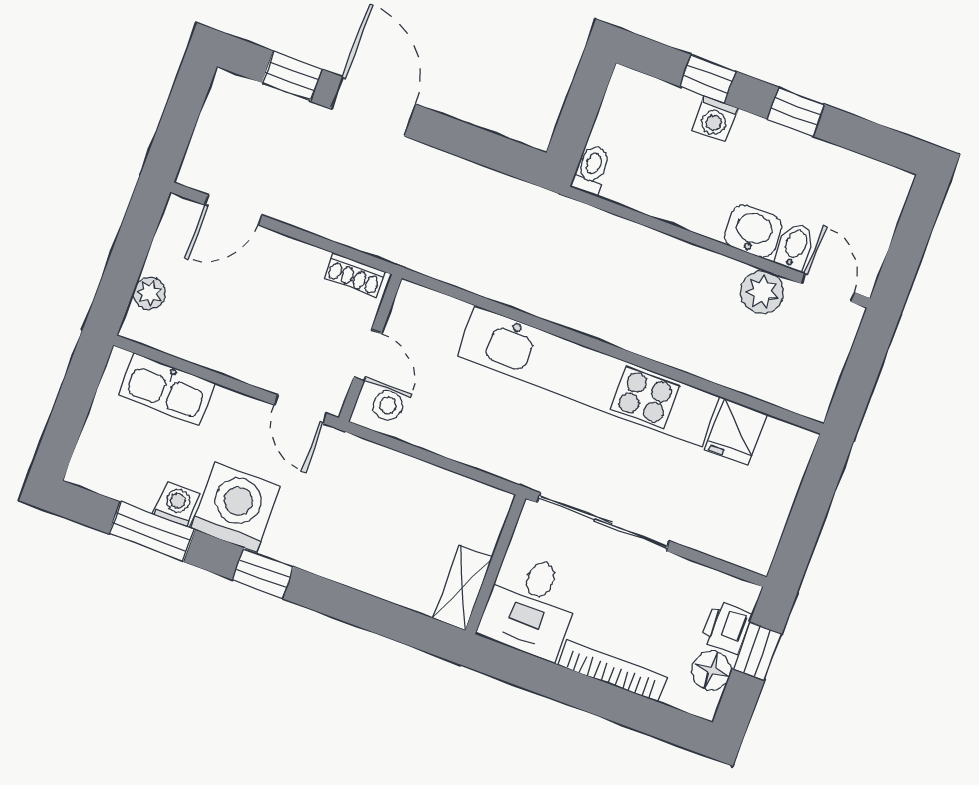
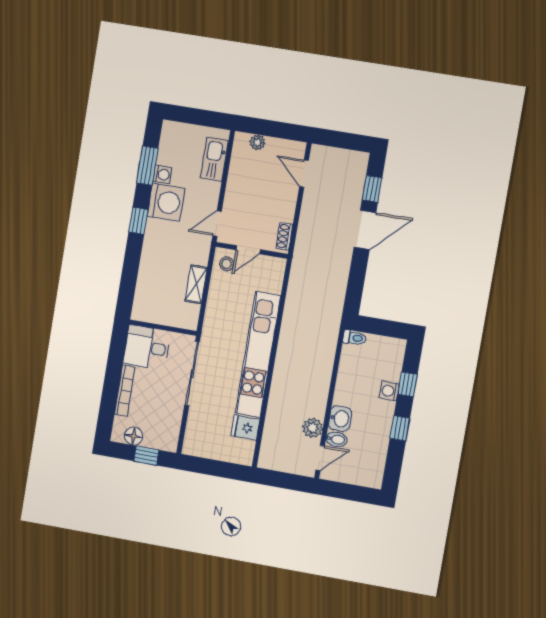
shelving: (463, 588) -> (196, 284), moved, turned 90
printer: (726, 628) -> (154, 439), removed

